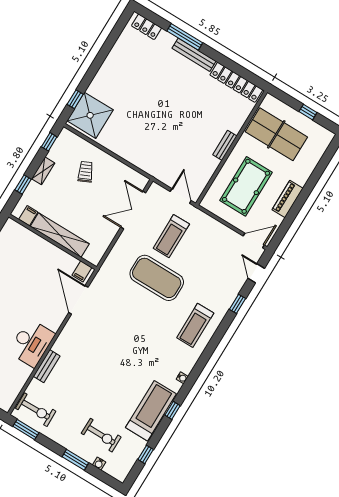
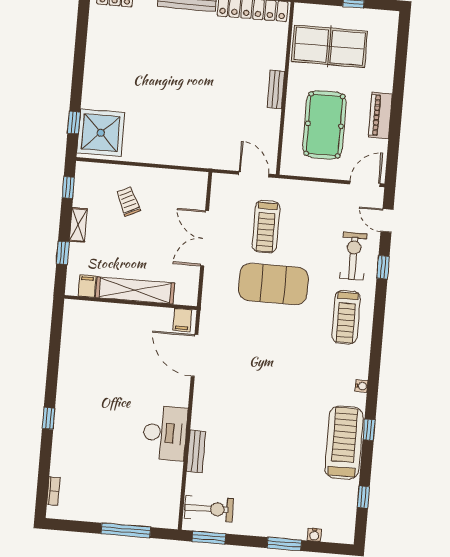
double door: (133, 210) -> (205, 238), moved
exercise bike: (101, 435) -> (353, 256), moved, turned -90

